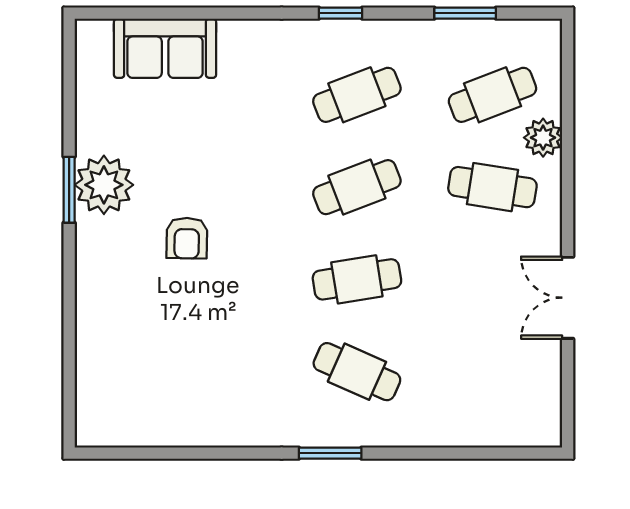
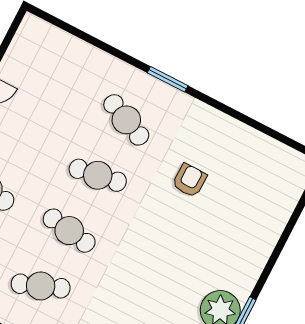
cafe table: (357, 187) -> (69, 231), turned 30
armchair: (187, 238) -> (190, 180), moved

